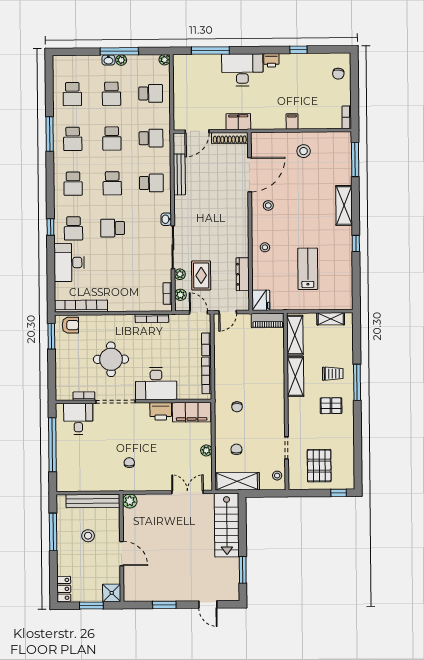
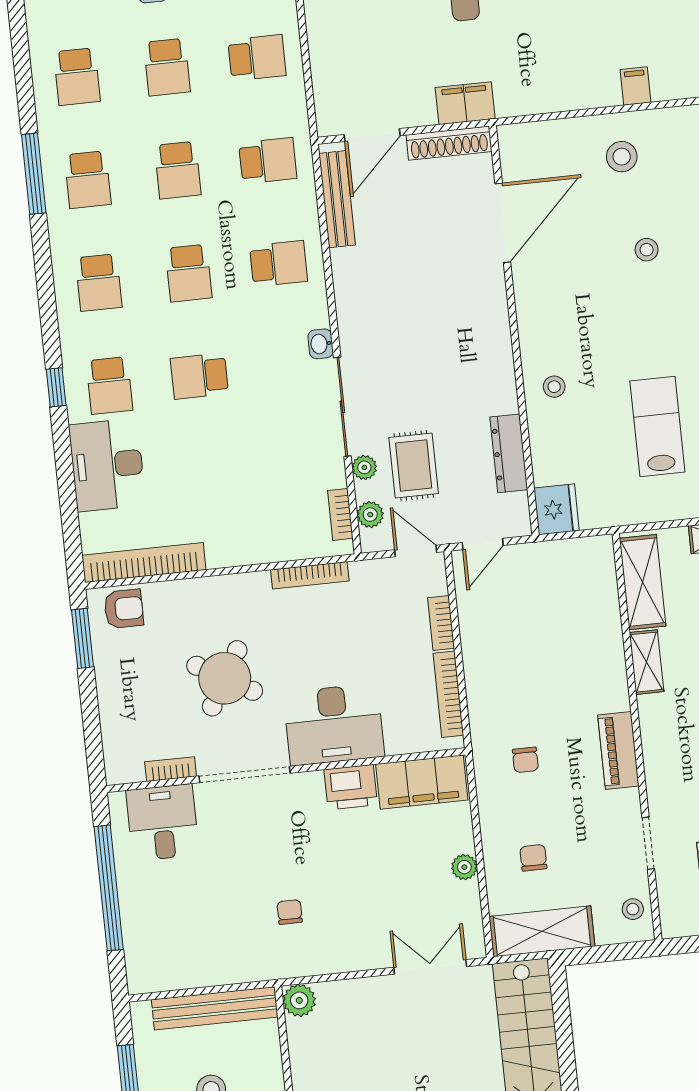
filing cabinet: (292, 121) -> (635, 86), moved
bench: (179, 174) -> (337, 199), moved
stool: (268, 205) -> (647, 250), moved
piano: (268, 320) -> (618, 751), moved, turned 90
round table: (111, 359) -> (225, 678), turned 30
shelving: (295, 376) -> (647, 662), width x0.67, depth x0.75

